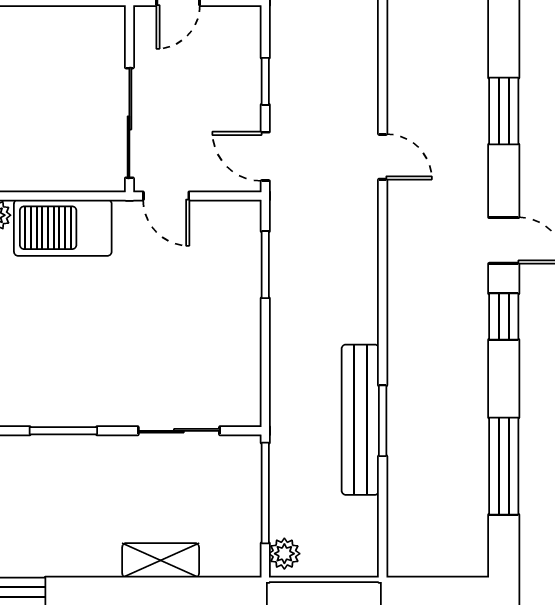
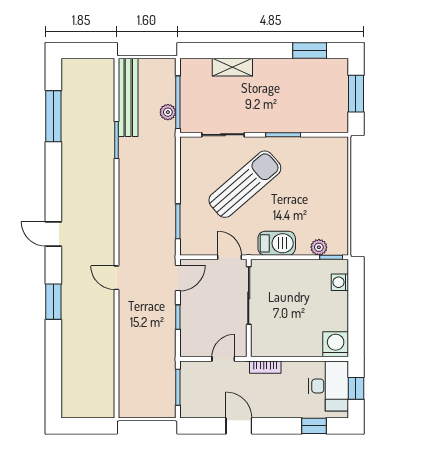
door: (265, 156) -> (178, 278), hinge flipped
barbecue: (63, 228) -> (277, 243), width x0.73, depth x0.83
window: (504, 317) -> (53, 194), removed
sun lounger: (137, 336) -> (245, 184), added
bench: (360, 420) -> (128, 97), moved
plant: (284, 554) -> (168, 112), moved

